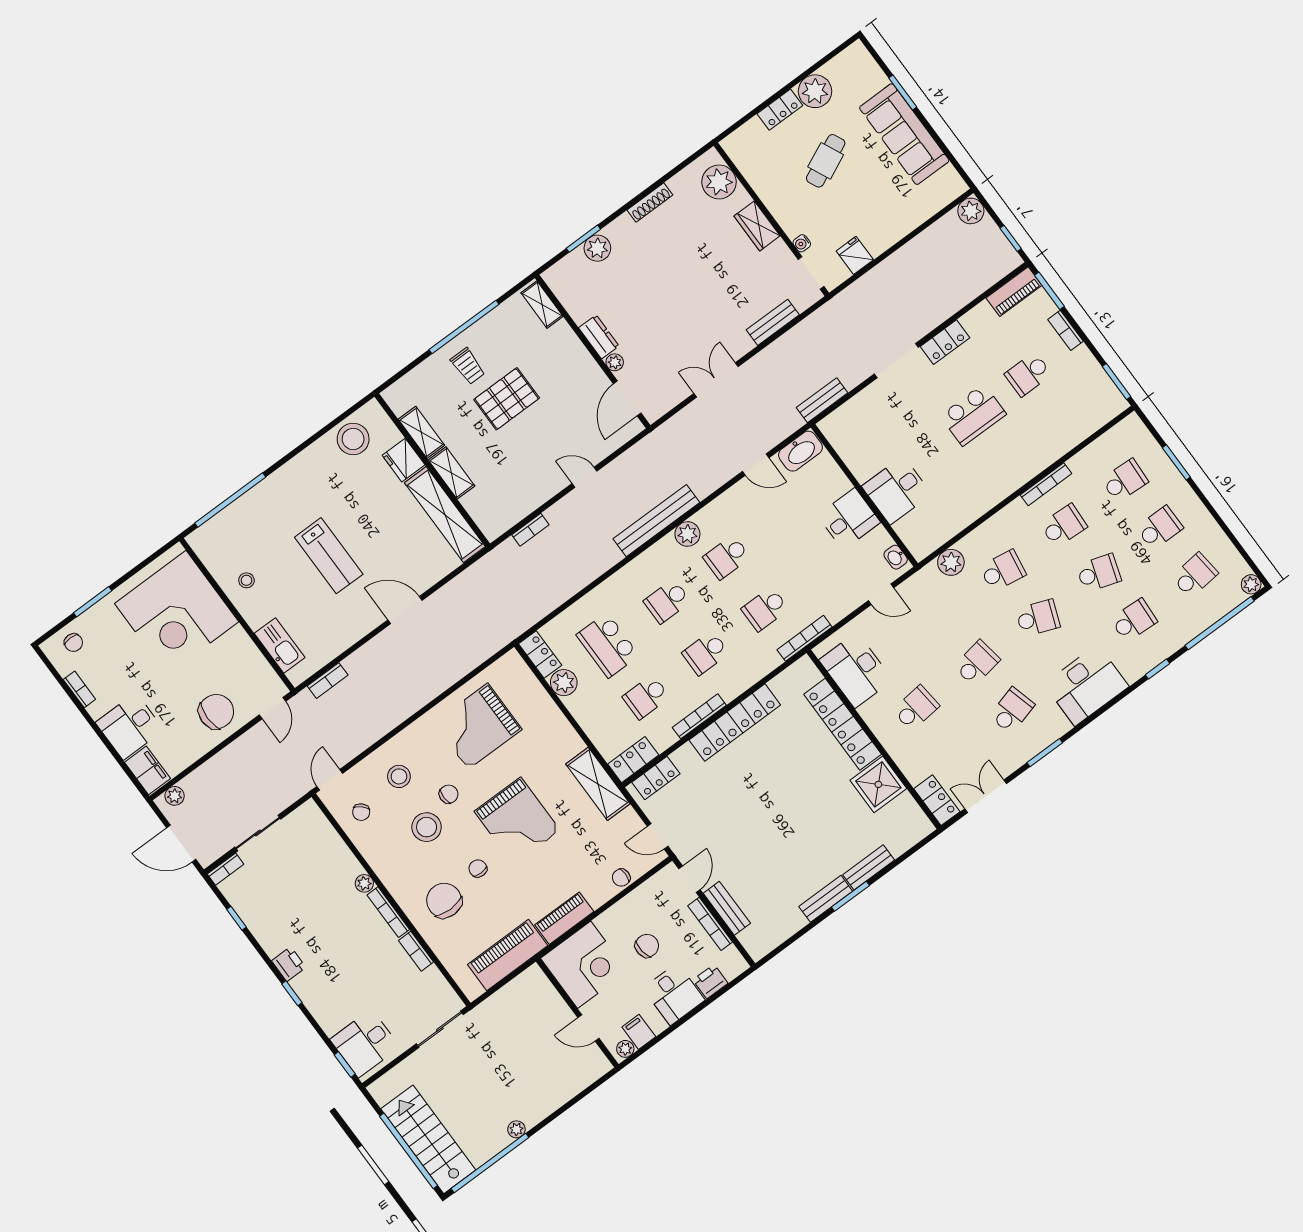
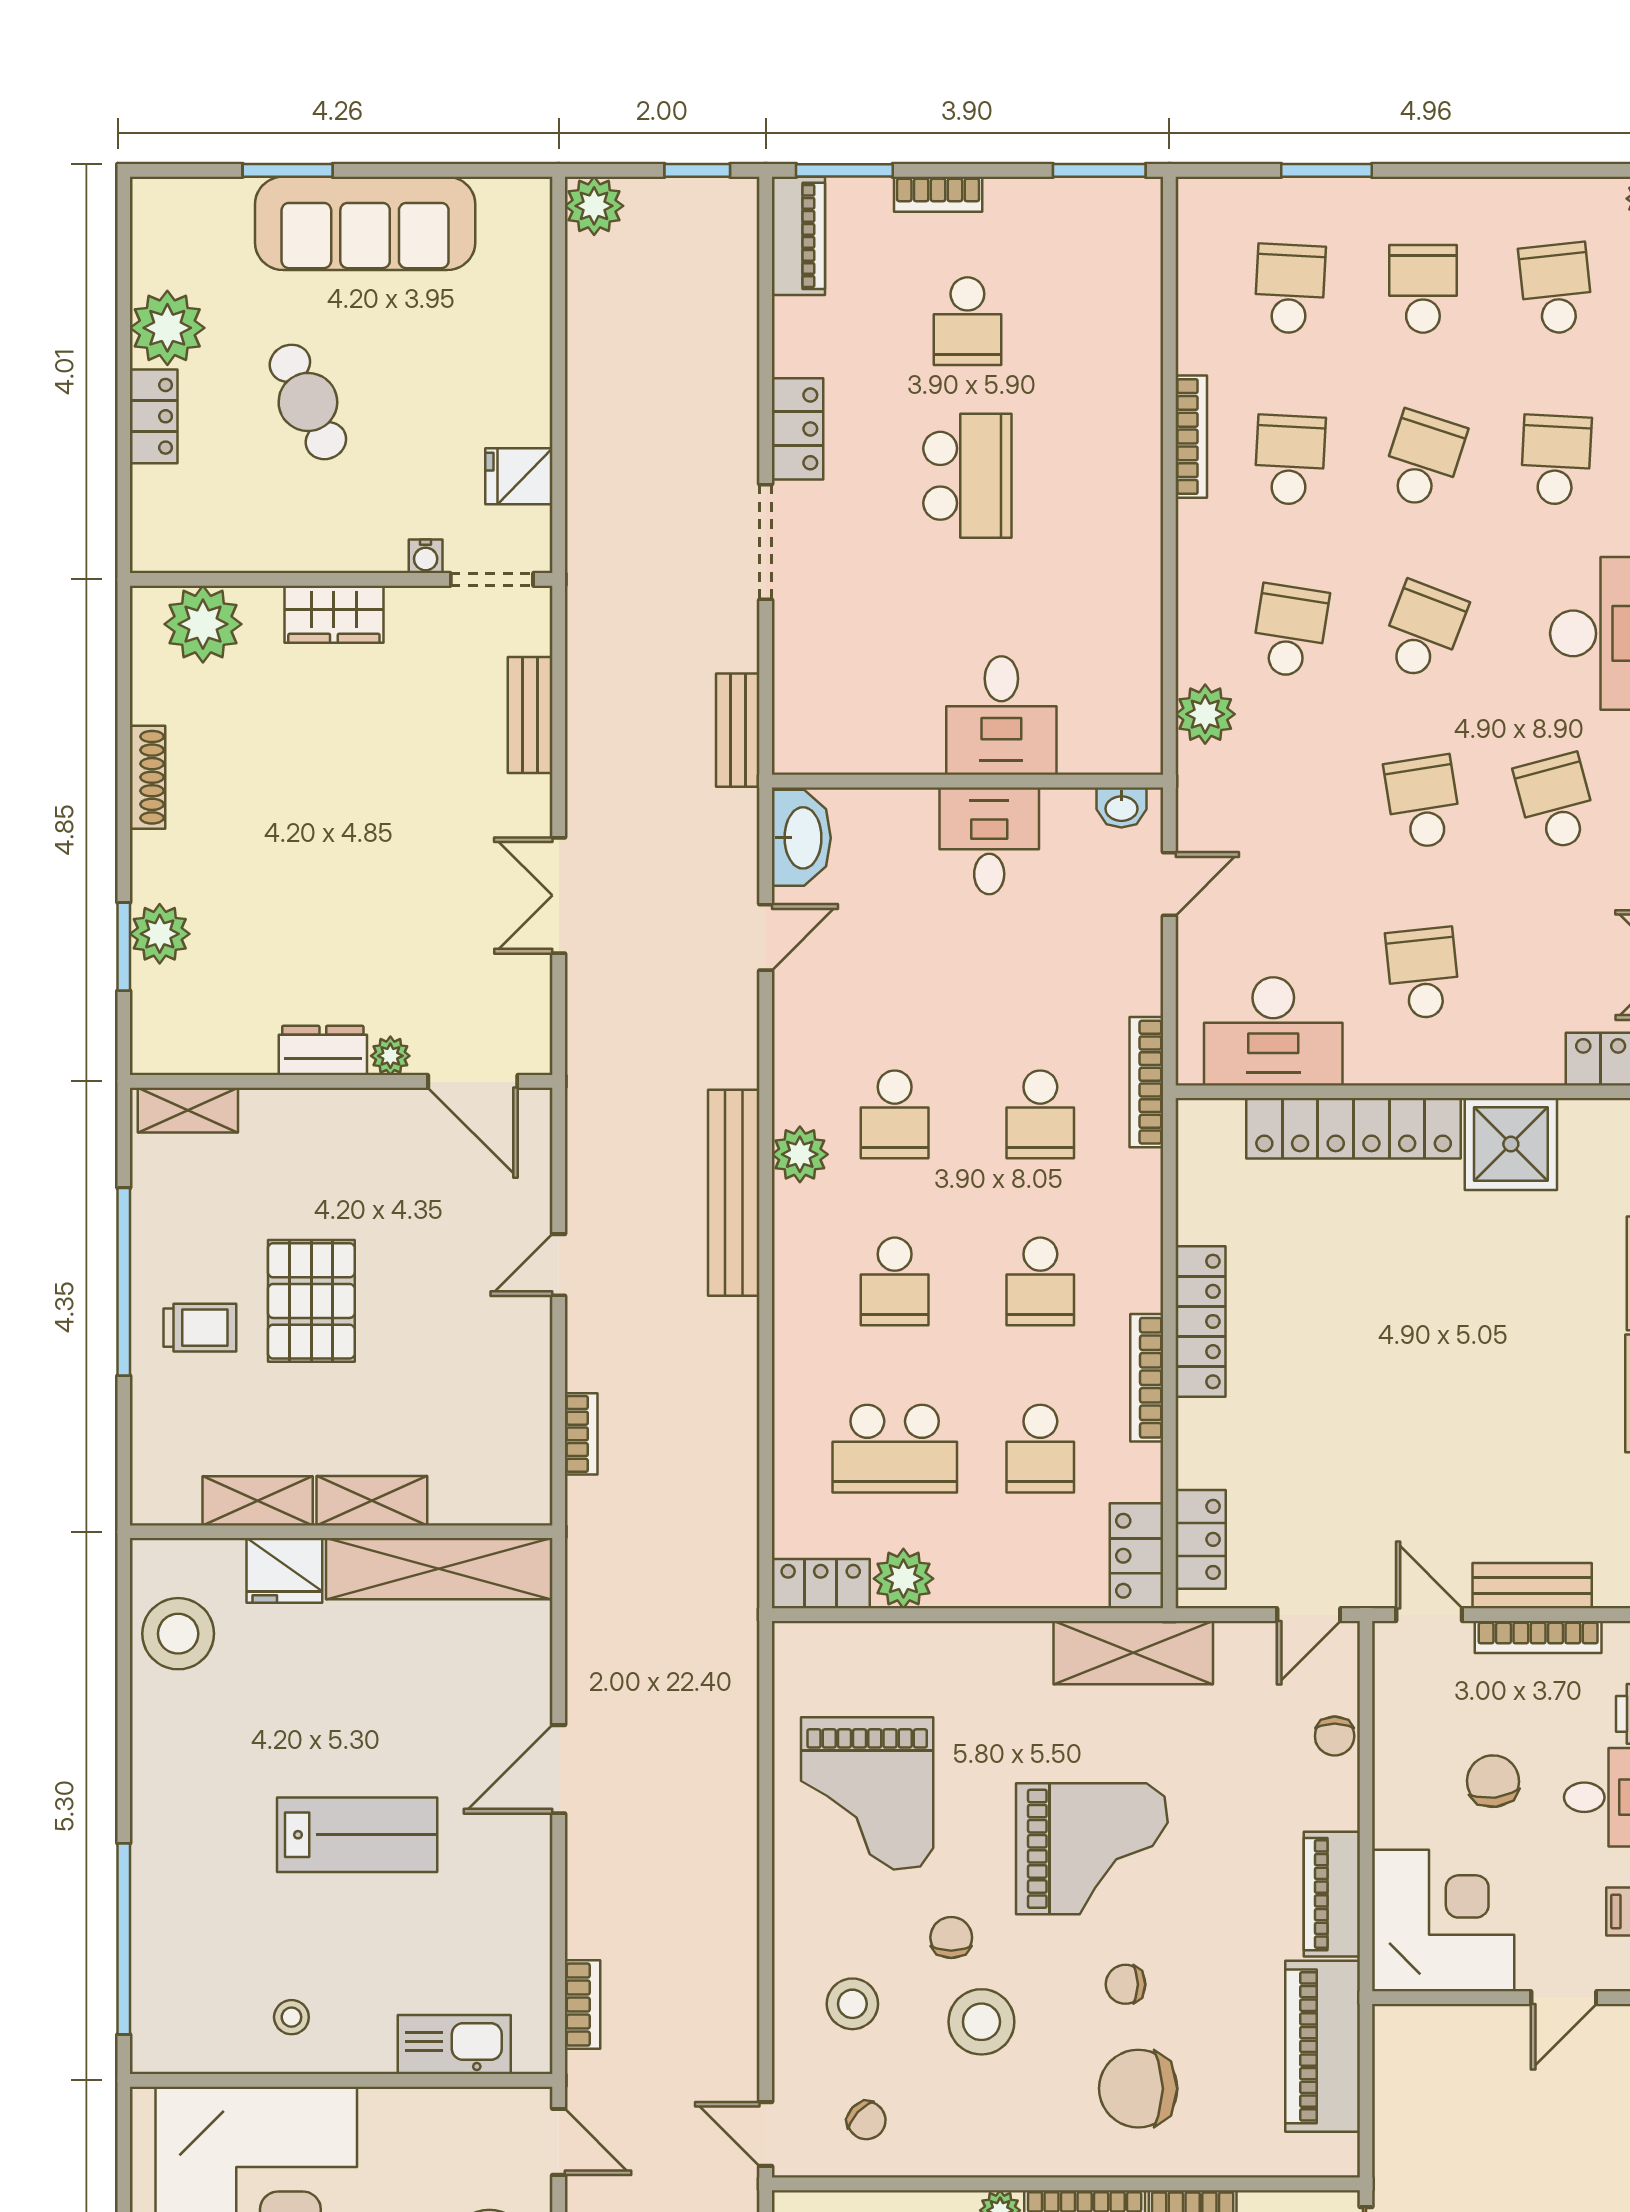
locker: (735, 722) -> (1200, 1321), width x0.71, depth x0.83

